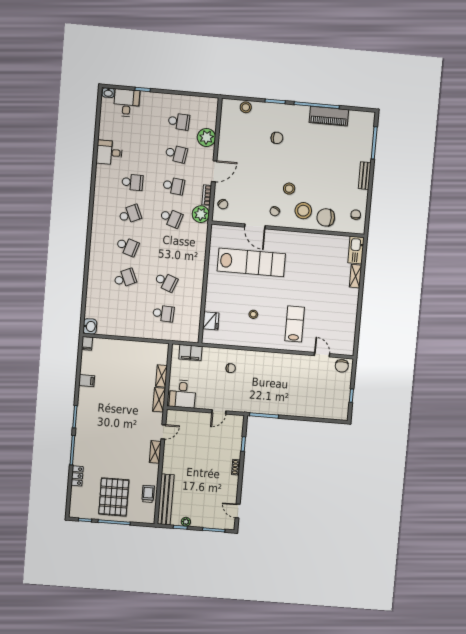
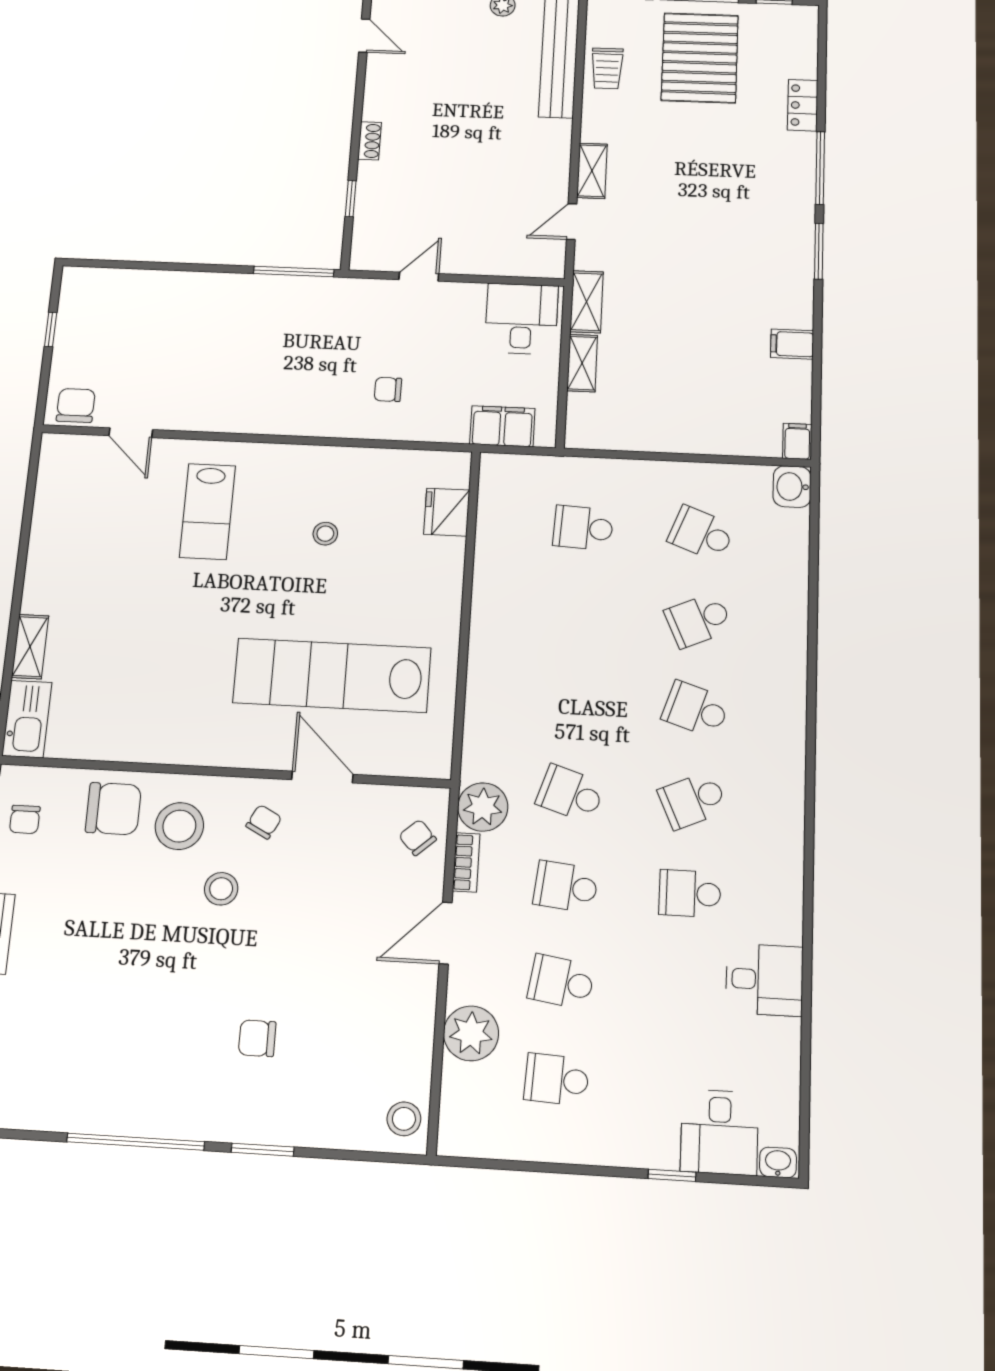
stool: (246, 107) -> (404, 1119), moved
piano: (329, 116) -> (99, 1109), removed
school desk: (166, 282) -> (701, 533), moved

